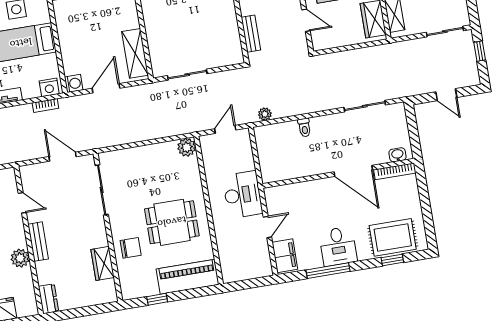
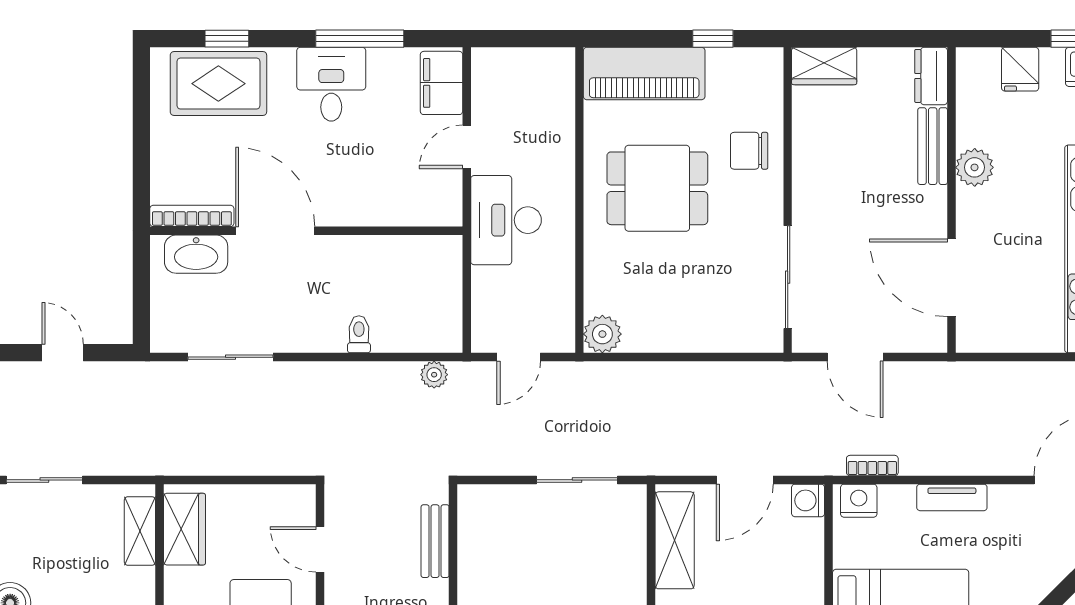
washbasin: (397, 155) -> (196, 254), width x1.91, depth x1.45
door: (22, 203) -> (951, 278), width x1.87
bench: (38, 242) -> (933, 146), moved
wardrobe: (103, 263) -> (824, 66), moved, turned 90

